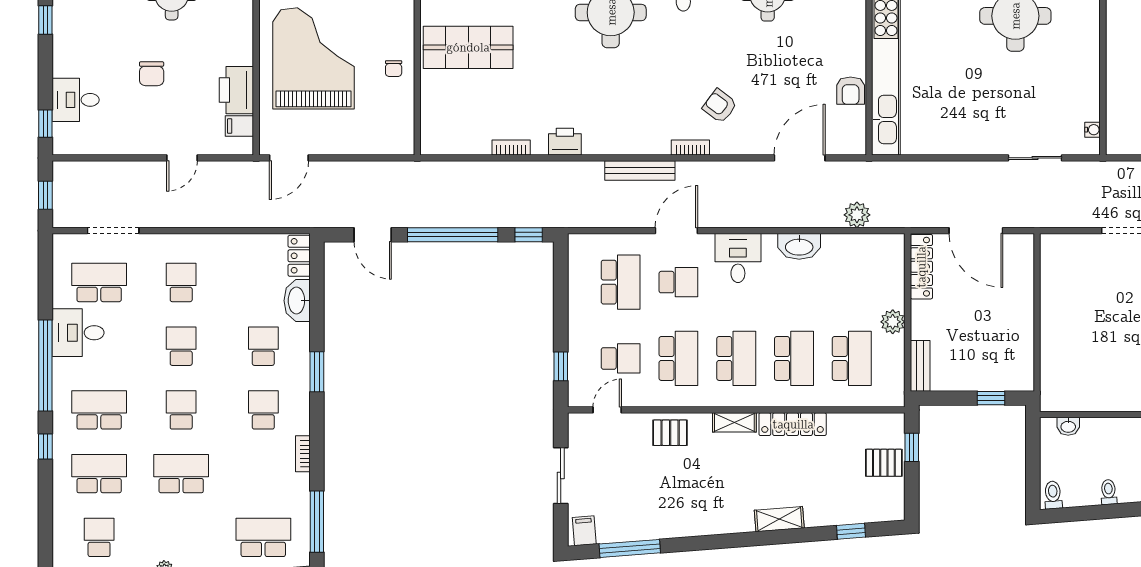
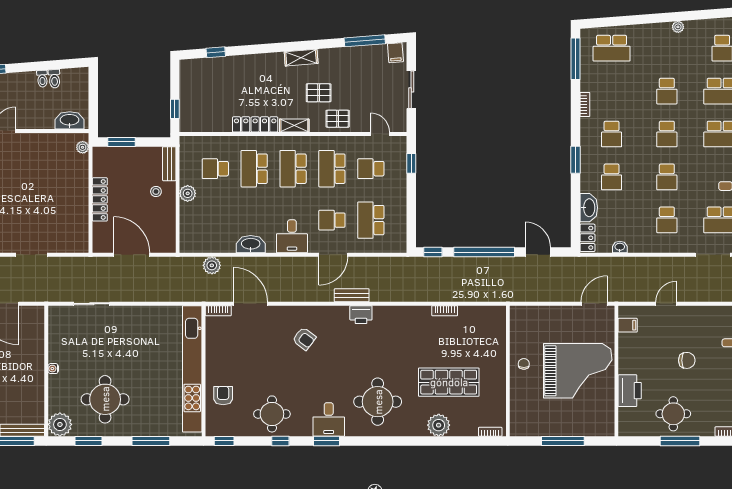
shop shelf: (468, 47) -> (449, 382), moved
grand piano: (313, 58) -> (578, 371), turned -90
chair: (152, 74) -> (687, 360), turned 90
printer: (236, 90) -> (630, 391), moved
armchair: (851, 91) -> (223, 396), moved
water cooler: (1092, 130) -> (53, 369), moved
printer: (565, 142) -> (361, 315), moved
bookcase: (690, 148) -> (218, 311), moved
door: (800, 158) -> (250, 304), swing flipped
bench: (640, 170) -> (352, 295), width x0.73
washbasin: (251, 242) -> (620, 247), added
locker: (921, 267) -> (100, 199), moved, turned 180
stool: (940, 325) -> (156, 192), added
school desk: (852, 358) -> (215, 169), width x0.54
plant: (1049, 390) -> (83, 147), added
window: (991, 398) -> (121, 142), width x1.50
door: (607, 410) -> (380, 134), swing flipped
washbasin: (1068, 426) -> (70, 120), width x1.91, depth x1.45
pallet: (884, 463) -> (319, 93), moved
school desk: (181, 474) -> (667, 91), width x0.54
toilet: (1053, 495) -> (54, 79), moved
shelving: (779, 519) -> (301, 58), moved

